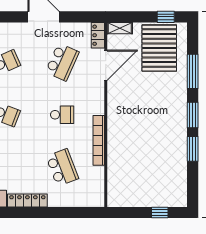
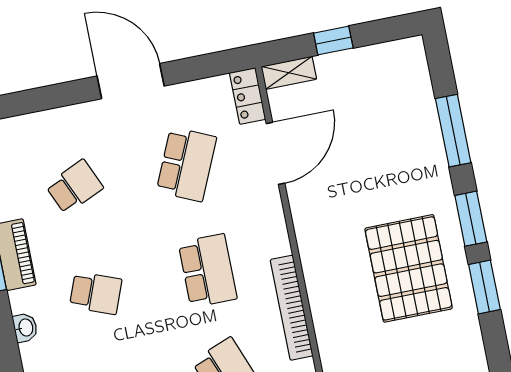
window: (166, 17) -> (333, 41), moved
pallet: (159, 48) -> (409, 268), moved
school desk: (62, 115) -> (208, 271), width x1.85

